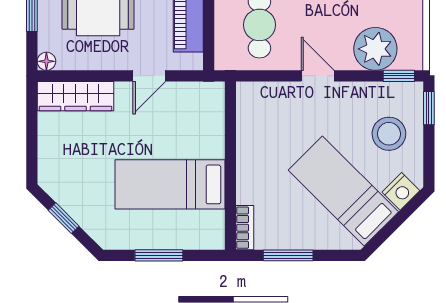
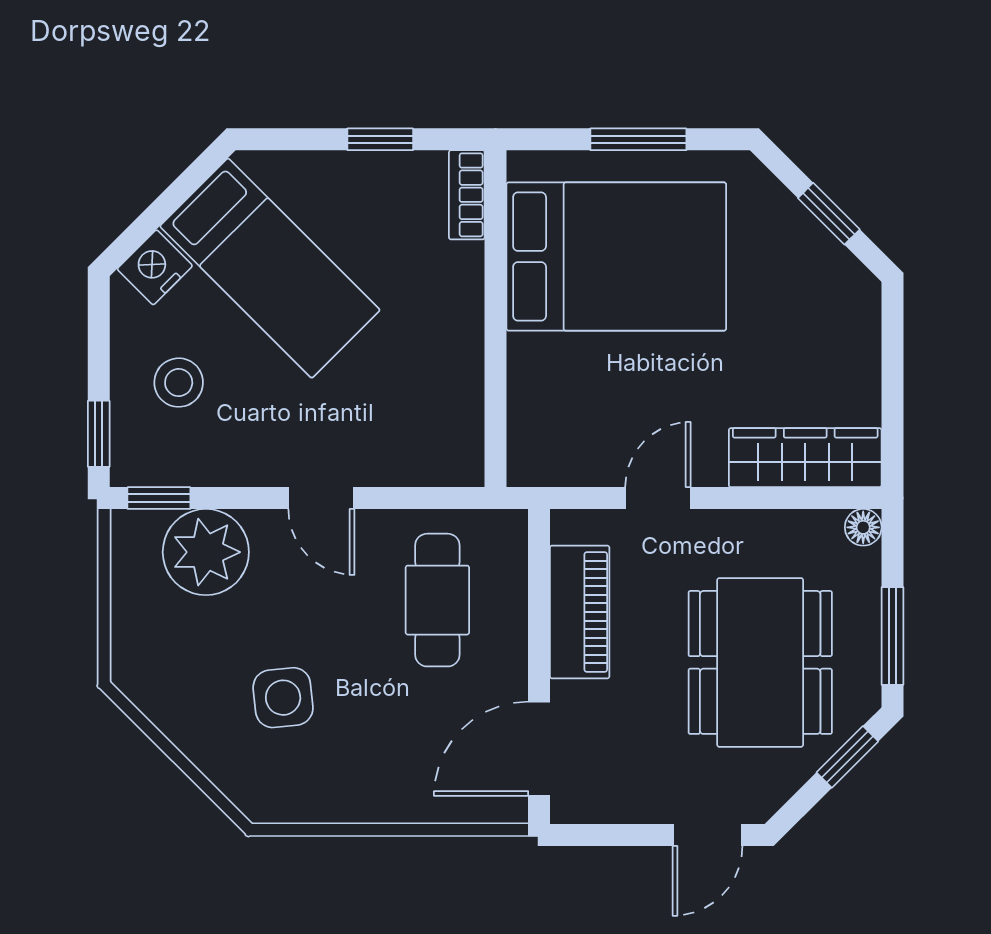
stool: (389, 134) -> (179, 383), width x0.73, depth x0.73
bed: (170, 184) -> (616, 256), width x1.50
window: (288, 255) -> (380, 139), width x0.67

